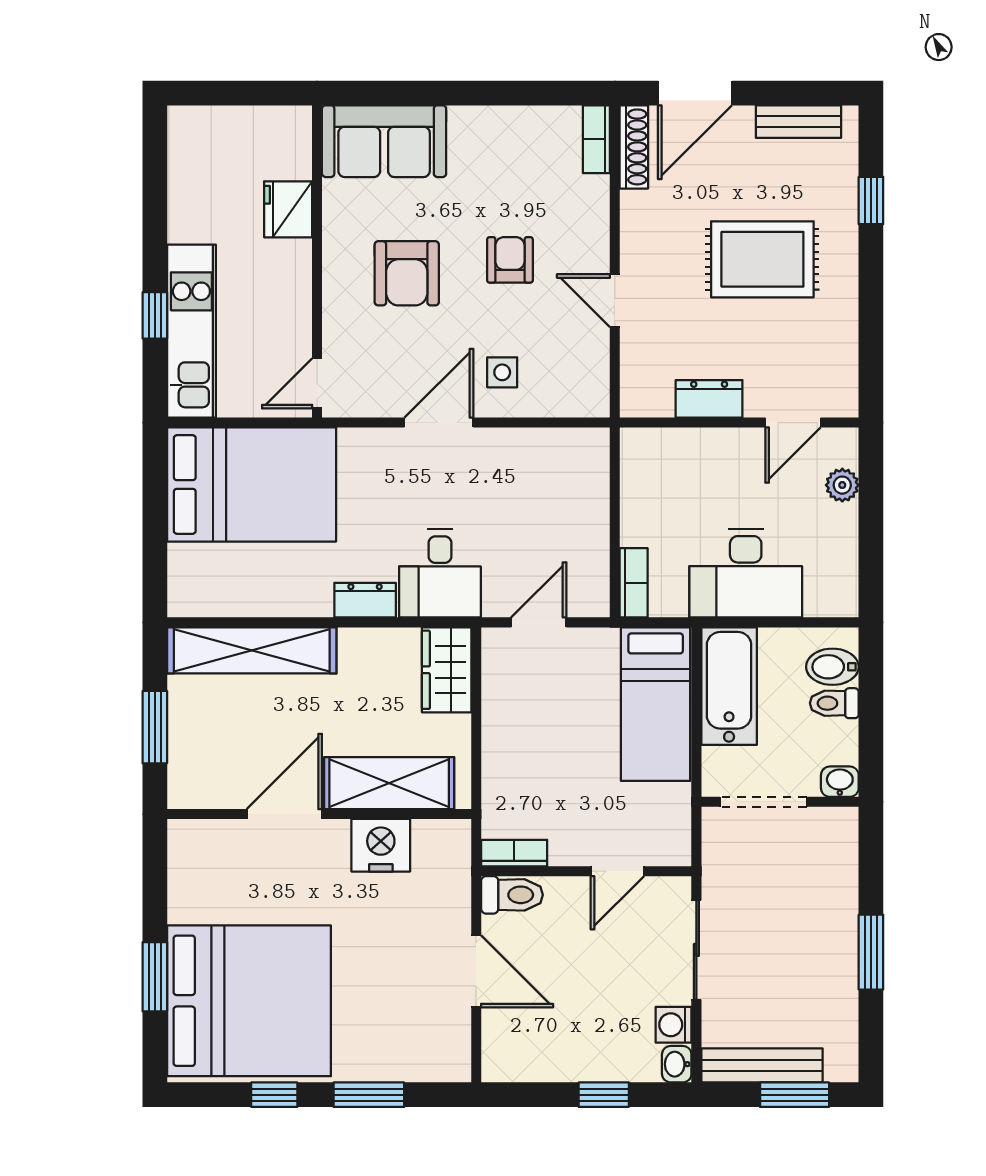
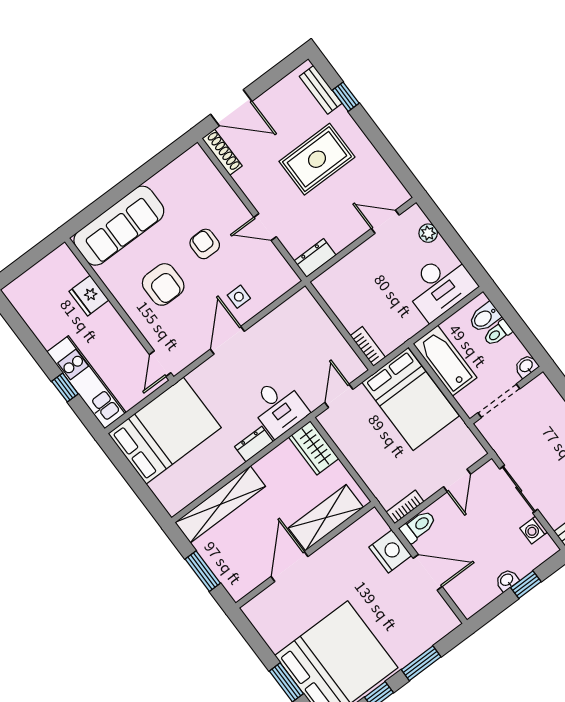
door: (695, 93) -> (231, 108), hinge flipped
bench: (798, 122) -> (321, 90), moved, turned 90
bookcase: (596, 139) -> (203, 161), removed
sofa: (384, 141) -> (119, 226), width x1.36
dresser: (709, 399) -> (315, 258), moved
door: (793, 423) -> (385, 222), swing flipped
desk: (746, 573) -> (440, 286), moved
bed: (656, 704) -> (411, 399), width x1.50
nightstand: (381, 845) -> (390, 551), moved, turned 90
washbasin: (677, 1064) -> (507, 580), moved, turned 90

